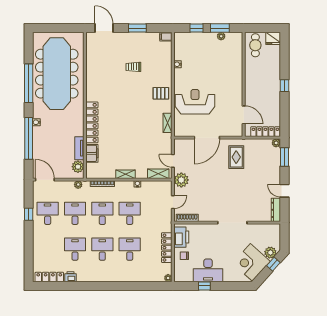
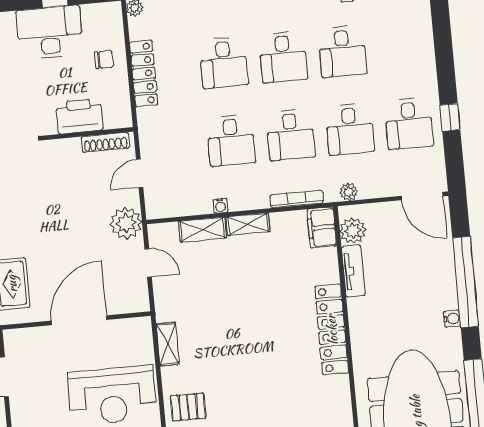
filing cabinet: (92, 153) -> (322, 228), moved
shelving: (158, 174) -> (202, 230), moved
printer: (181, 237) -> (79, 116), moved, turned 90

